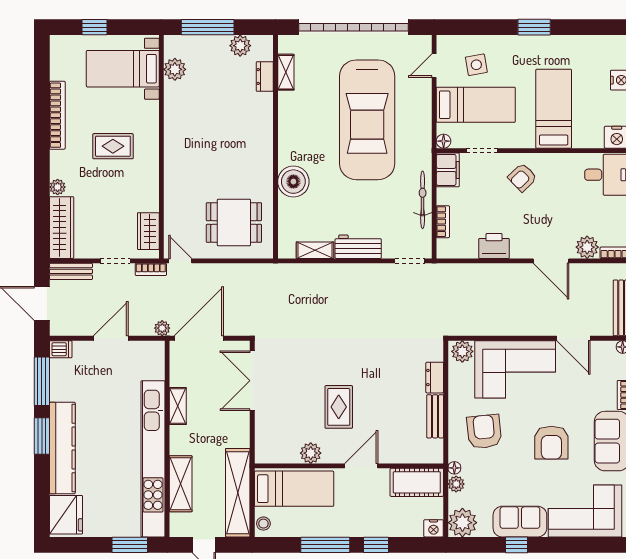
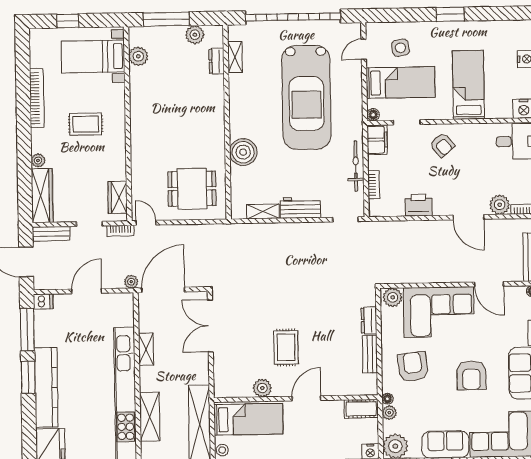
armchair: (522, 177) -> (442, 145), turned -87
cot: (417, 482) -> (361, 409), width x0.73, depth x0.75

